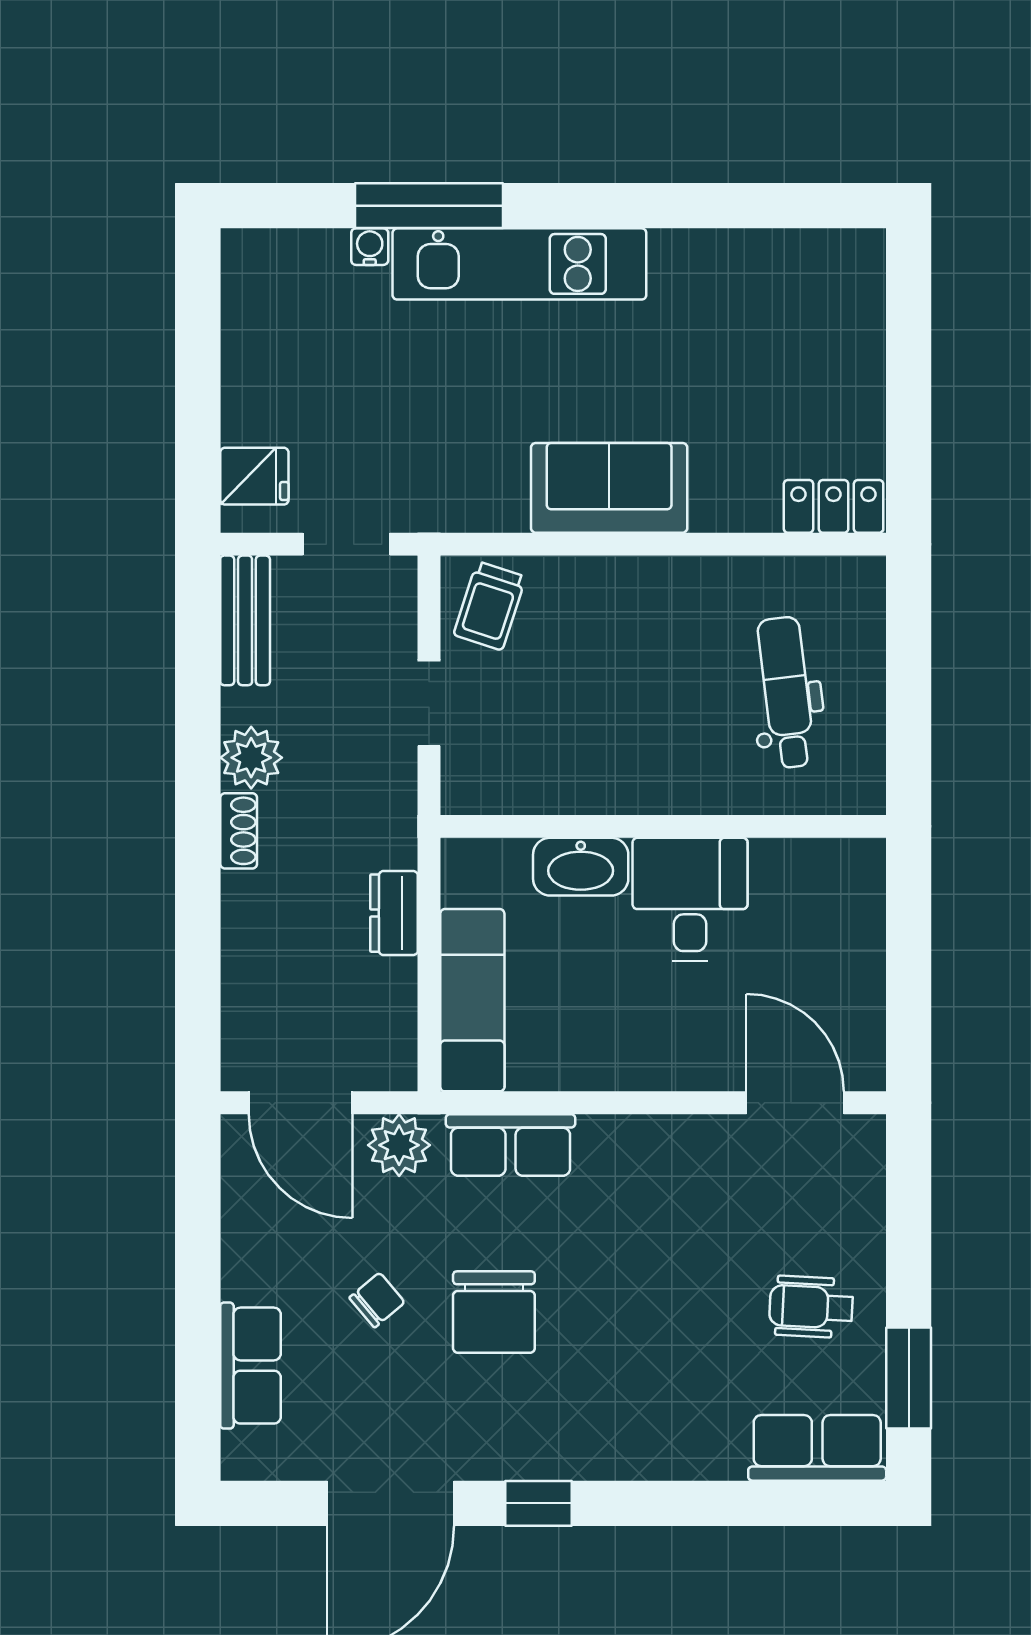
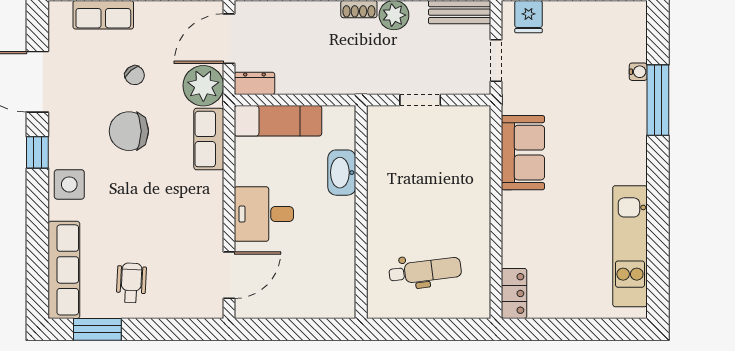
kitchen unit: (519, 264) -> (630, 246), moved
sofa: (609, 488) -> (523, 153), moved
trolley: (490, 606) -> (466, 129), removed
desk: (690, 899) -> (264, 214), moved, turned 180
dresser: (394, 913) -> (254, 83), moved
plant: (399, 1145) -> (203, 86), width x1.36, depth x1.36
side table: (606, 1437) -> (69, 184), added
row of seats: (817, 1448) -> (64, 270), width x1.48

